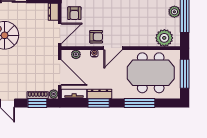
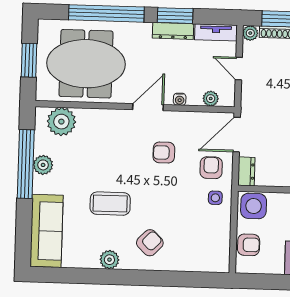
armchair: (96, 37) -> (164, 153), moved
door: (60, 73) -> (239, 69), width x0.53
window: (185, 74) -> (29, 60), width x0.69
window: (140, 103) -> (106, 13), width x1.46

